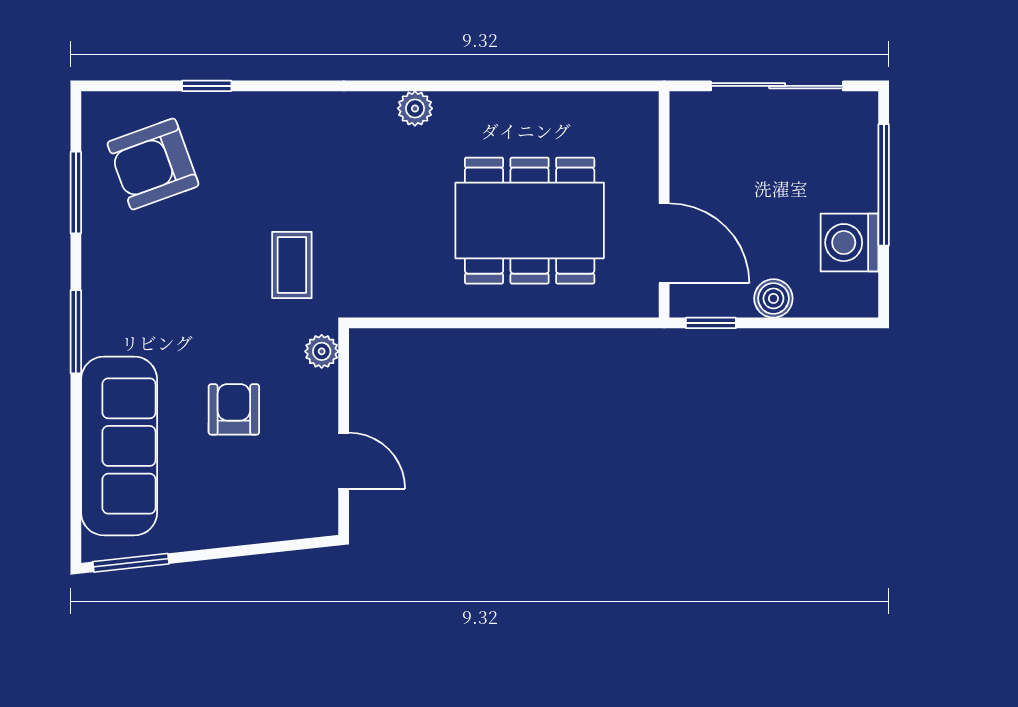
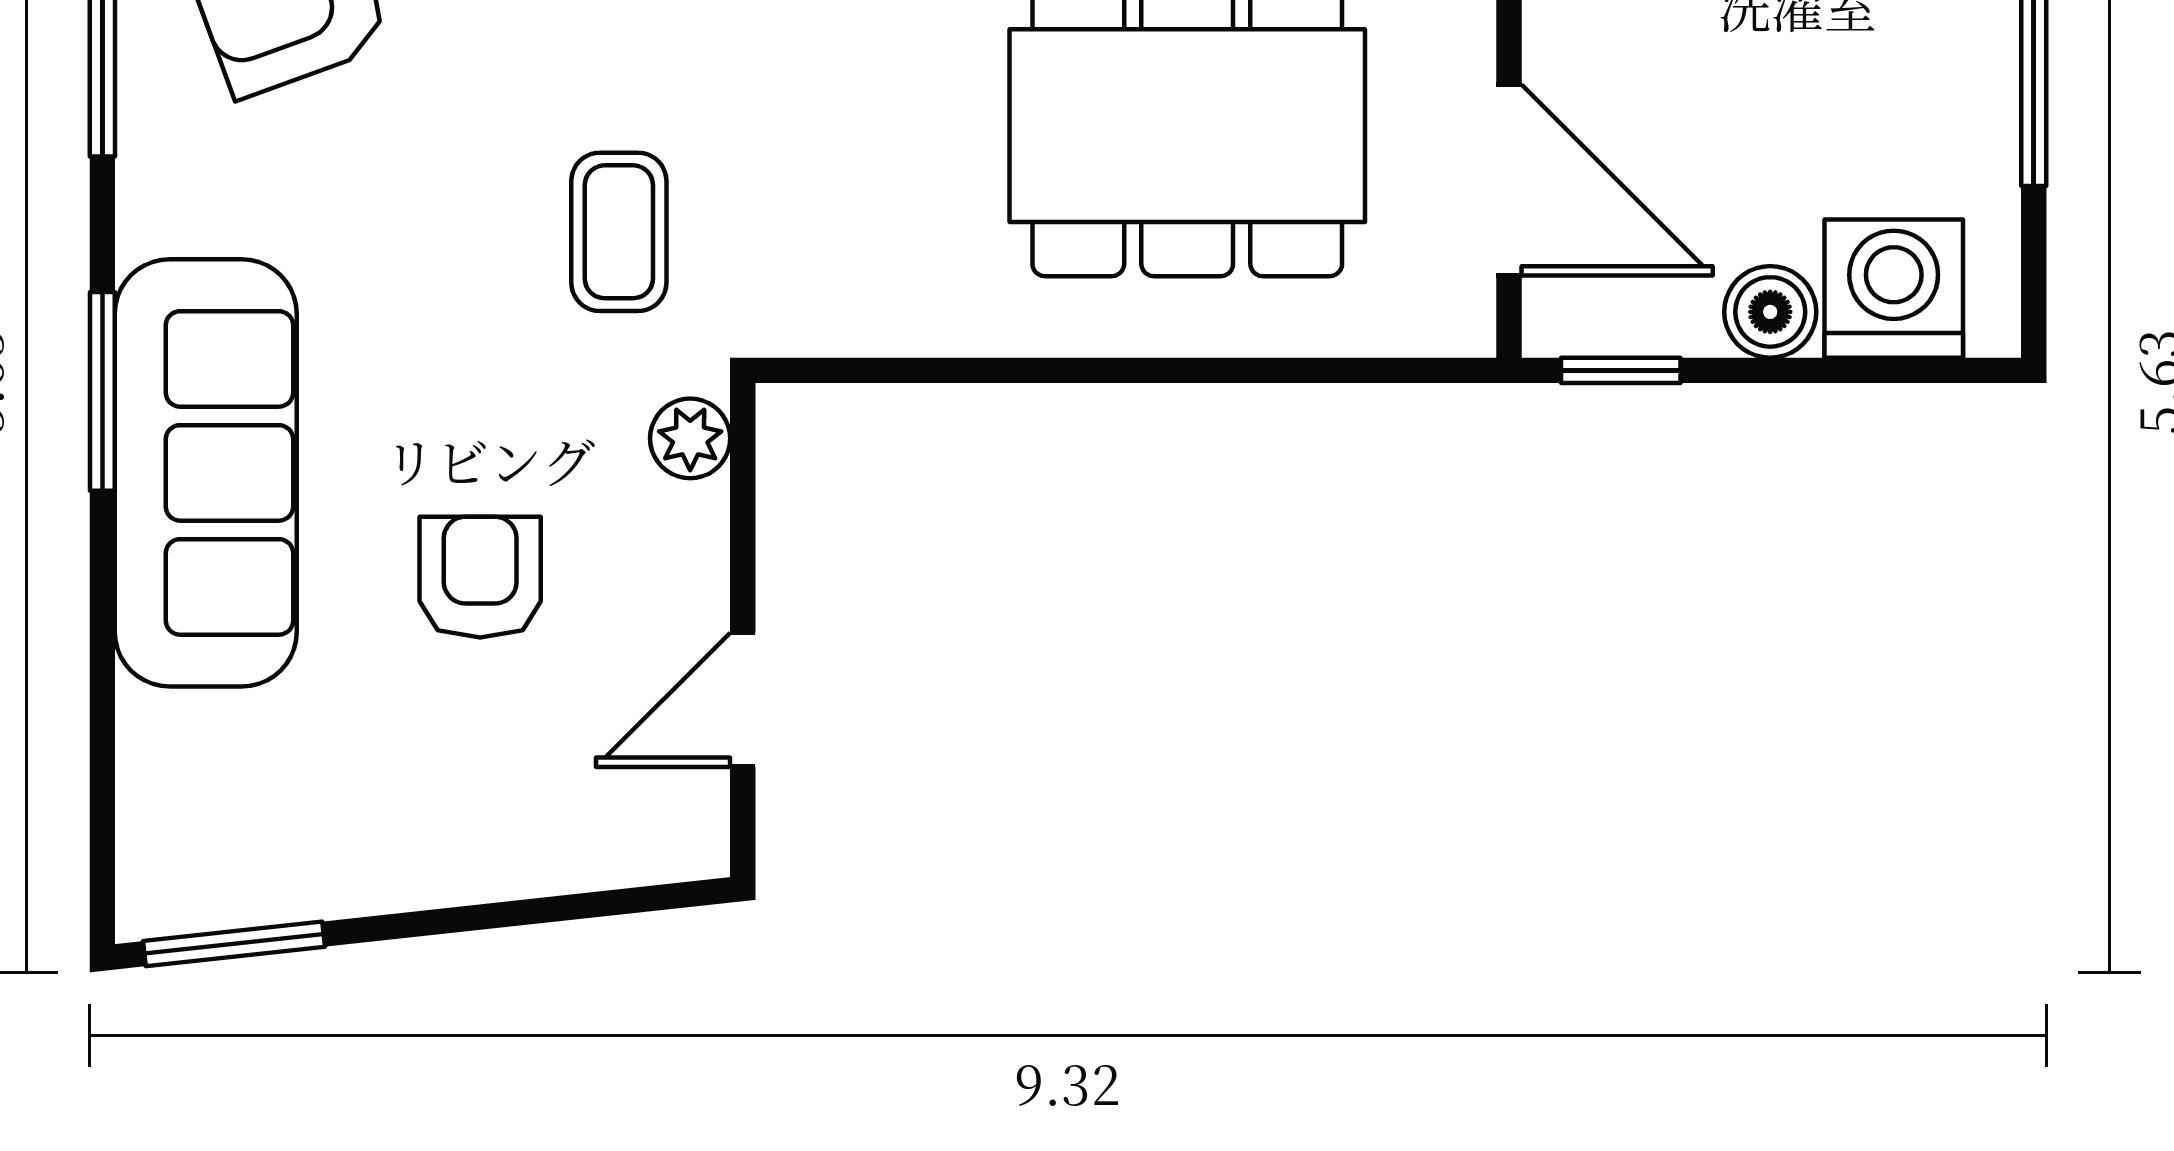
washing machine: (849, 243) -> (1894, 289), moved, turned 90
sofa: (119, 446) -> (206, 473), moved
door: (344, 461) -> (743, 700), swing flipped

